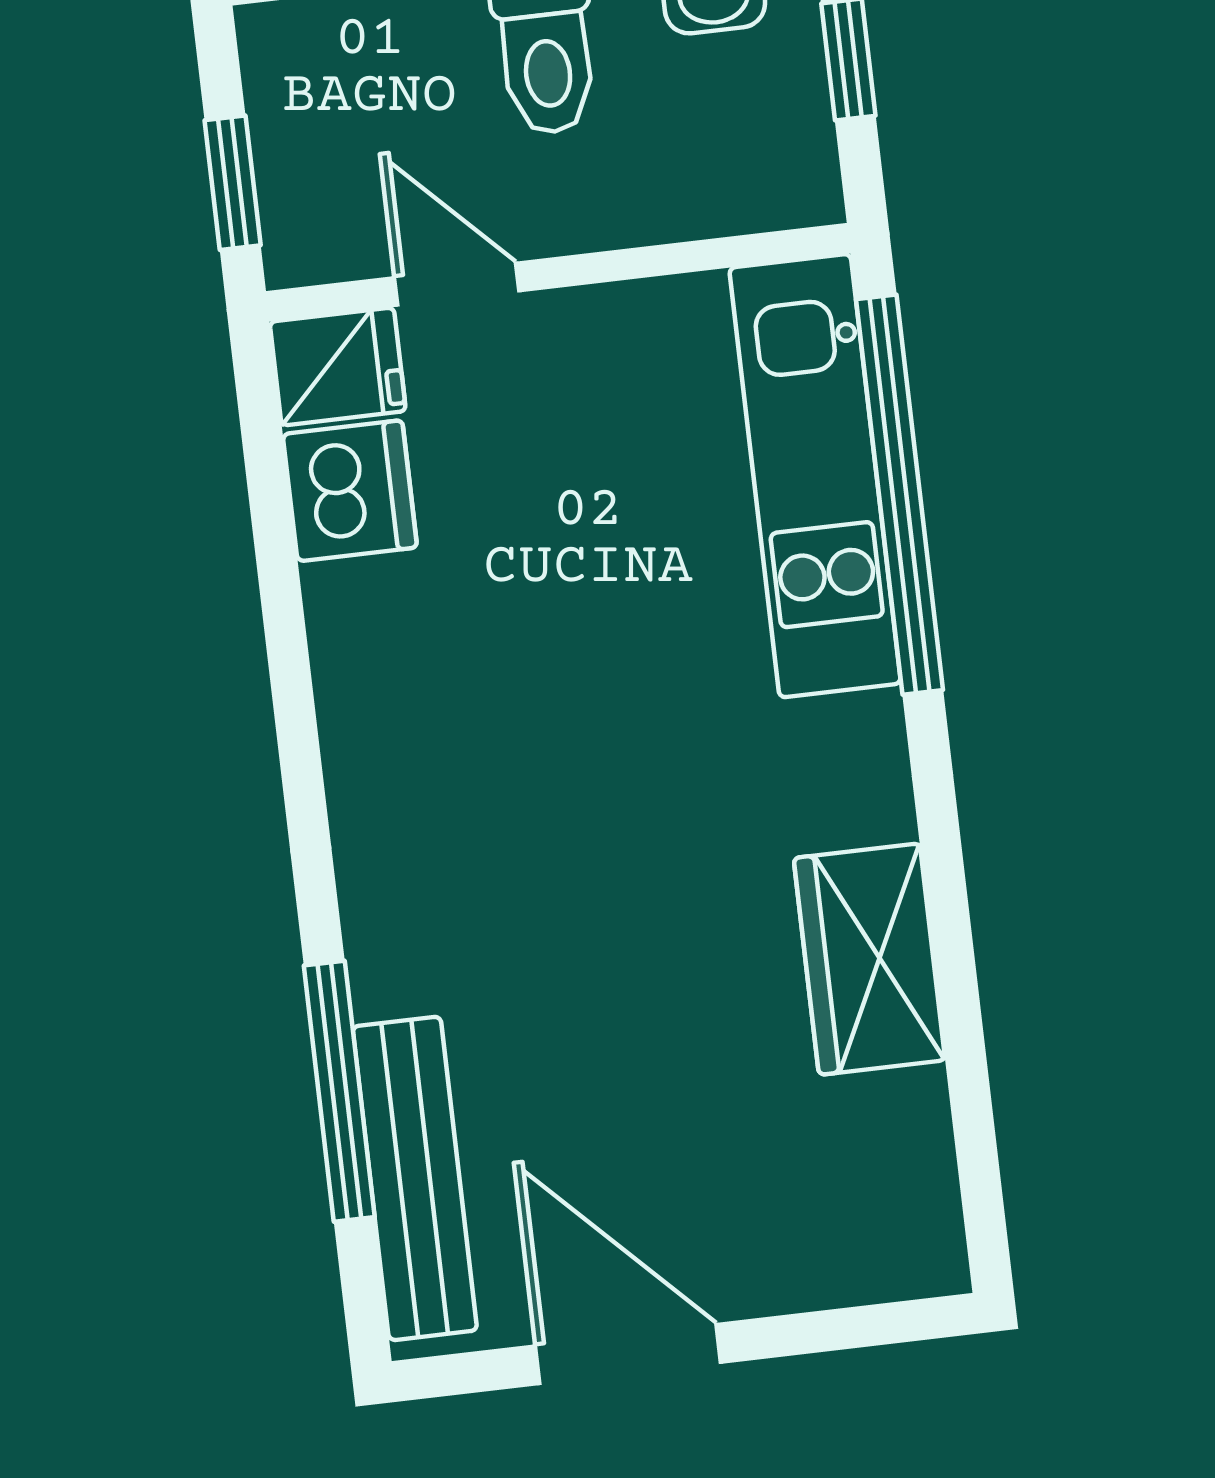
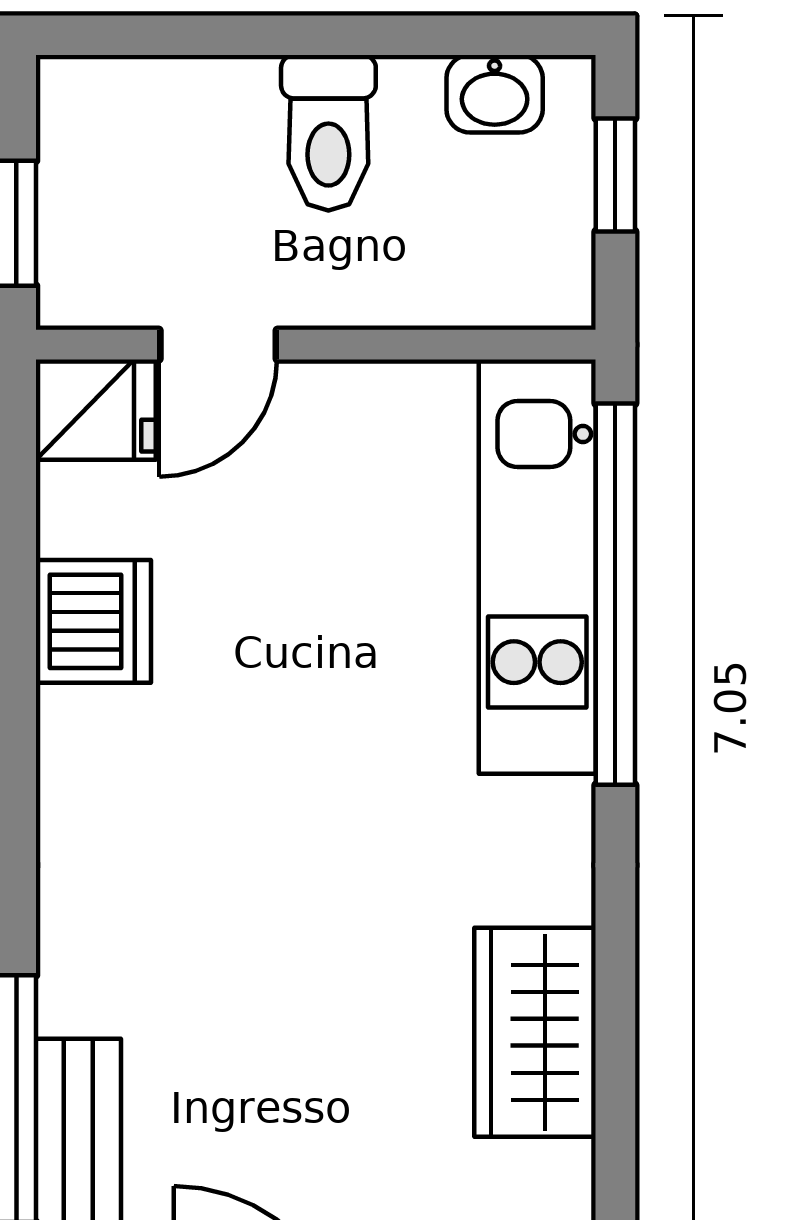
door: (457, 284) -> (218, 345), swing flipped
dishwasher: (350, 491) -> (93, 621), moved

